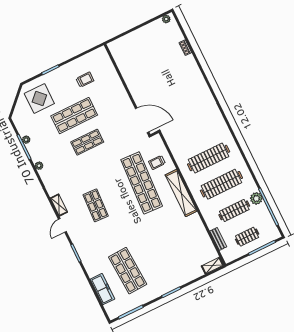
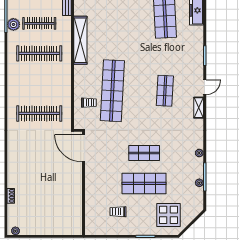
clothes rail: (209, 158) -> (39, 113), moved
shelving: (181, 193) -> (80, 40), moved

